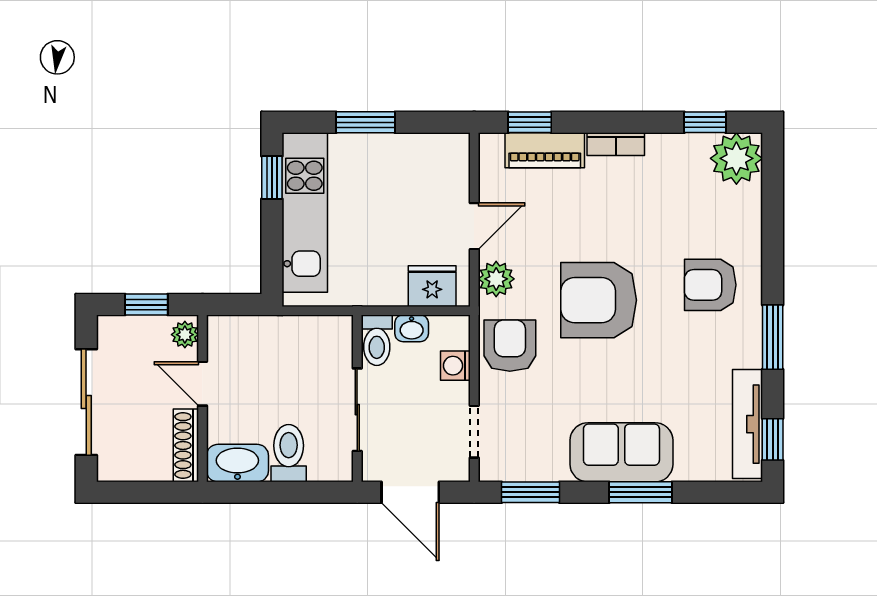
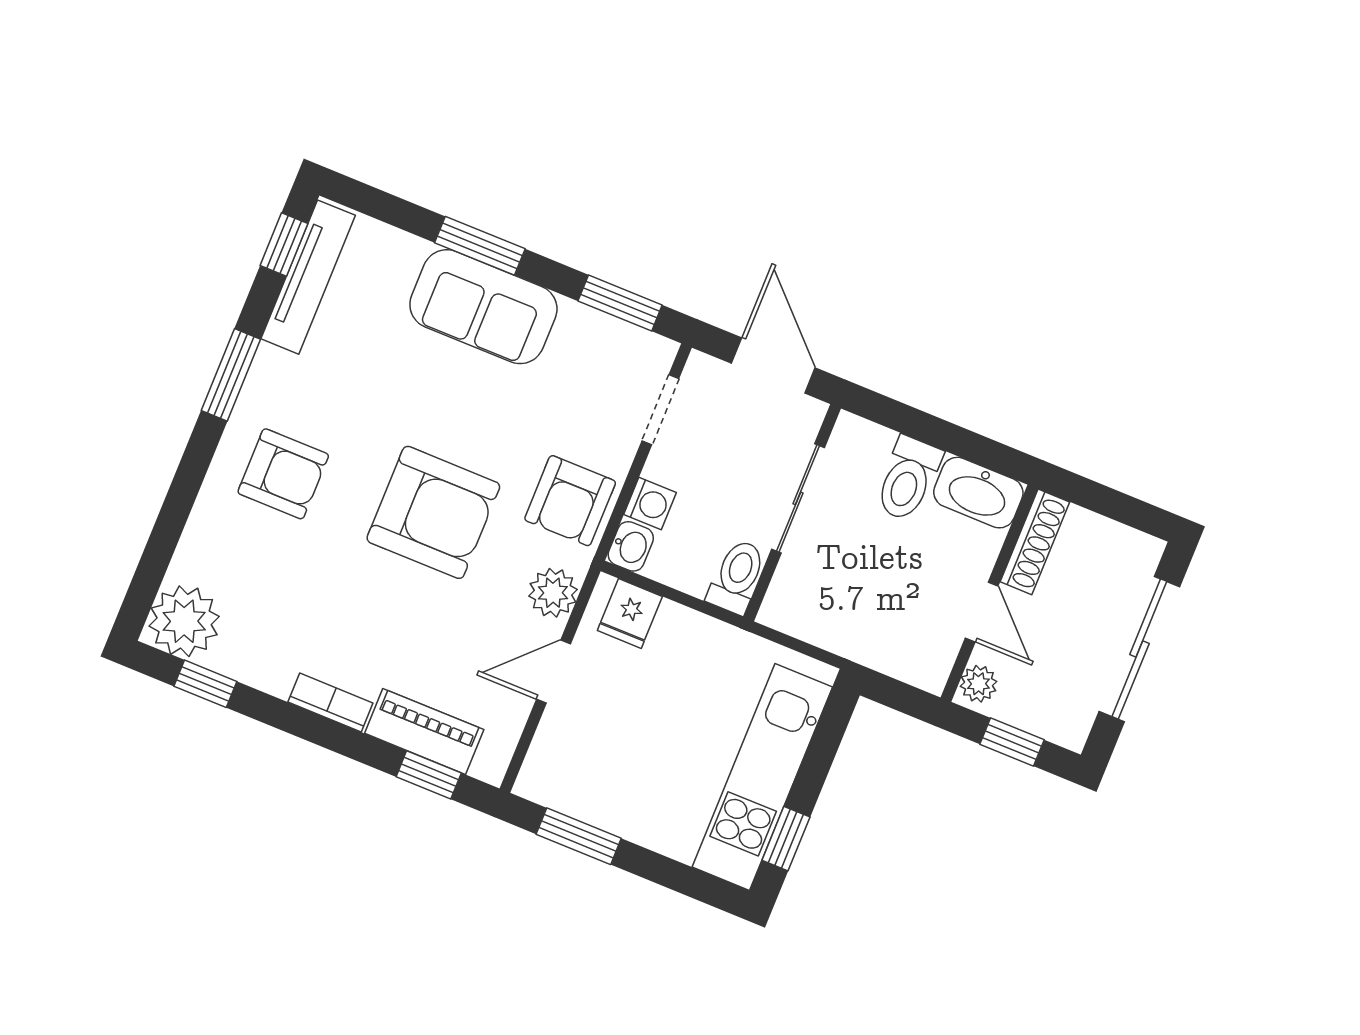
window: (365, 122) -> (579, 836), moved
fridge: (432, 286) -> (630, 613), width x0.72
washbasin: (412, 328) -> (631, 546), moved, turned 90

